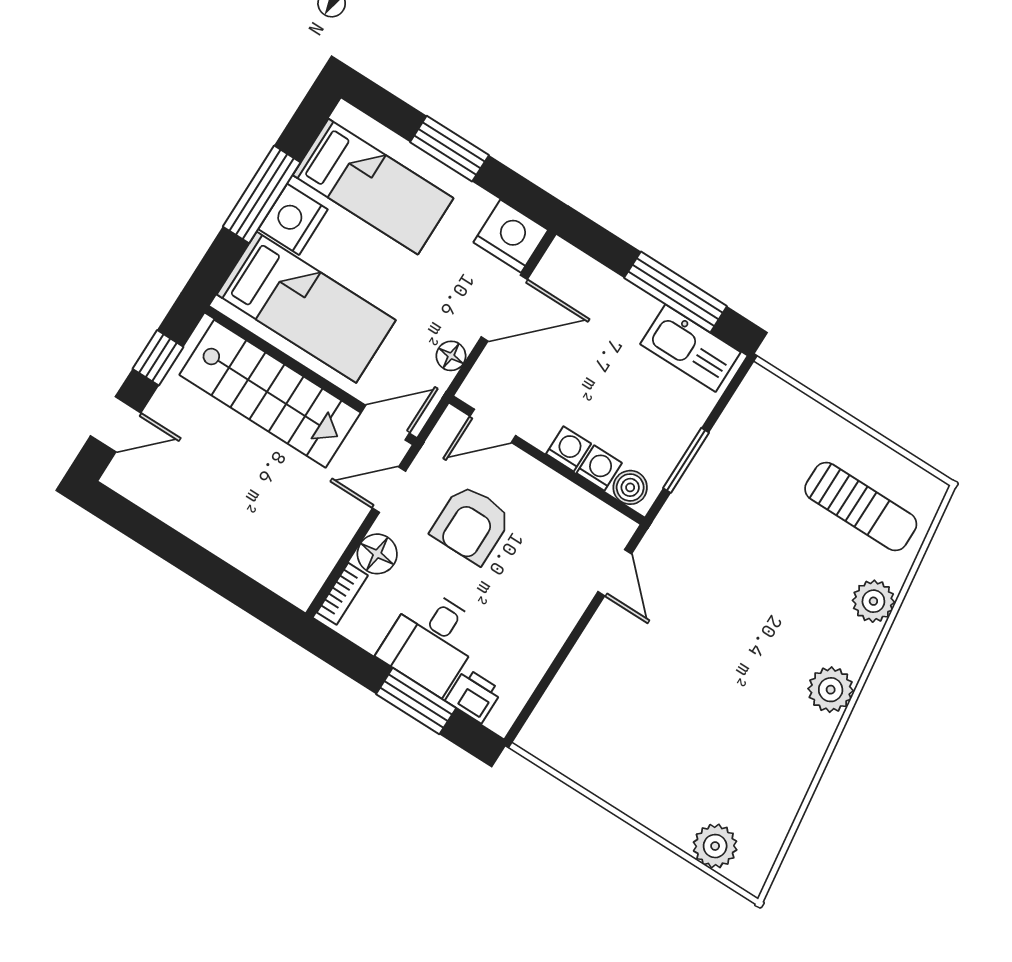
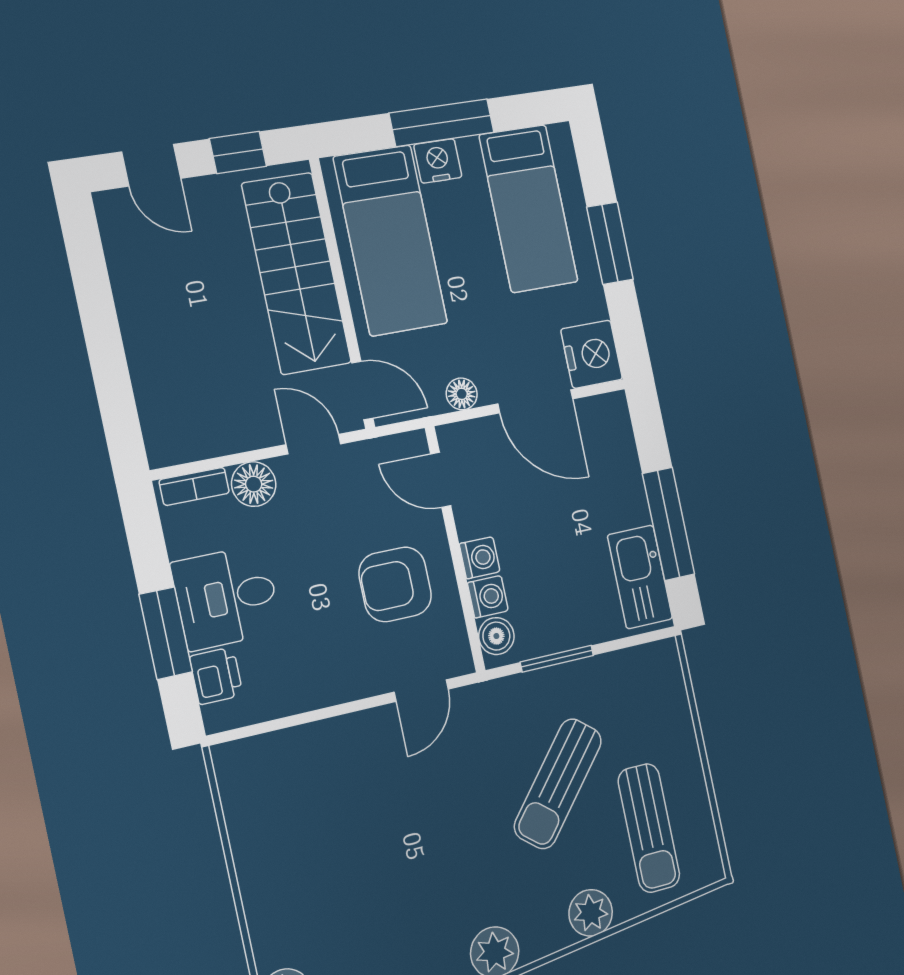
nightstand: (293, 219) -> (438, 161), width x0.74, depth x0.75
armchair: (471, 524) -> (395, 584), moved
sun lounger: (767, 540) -> (558, 784), added

